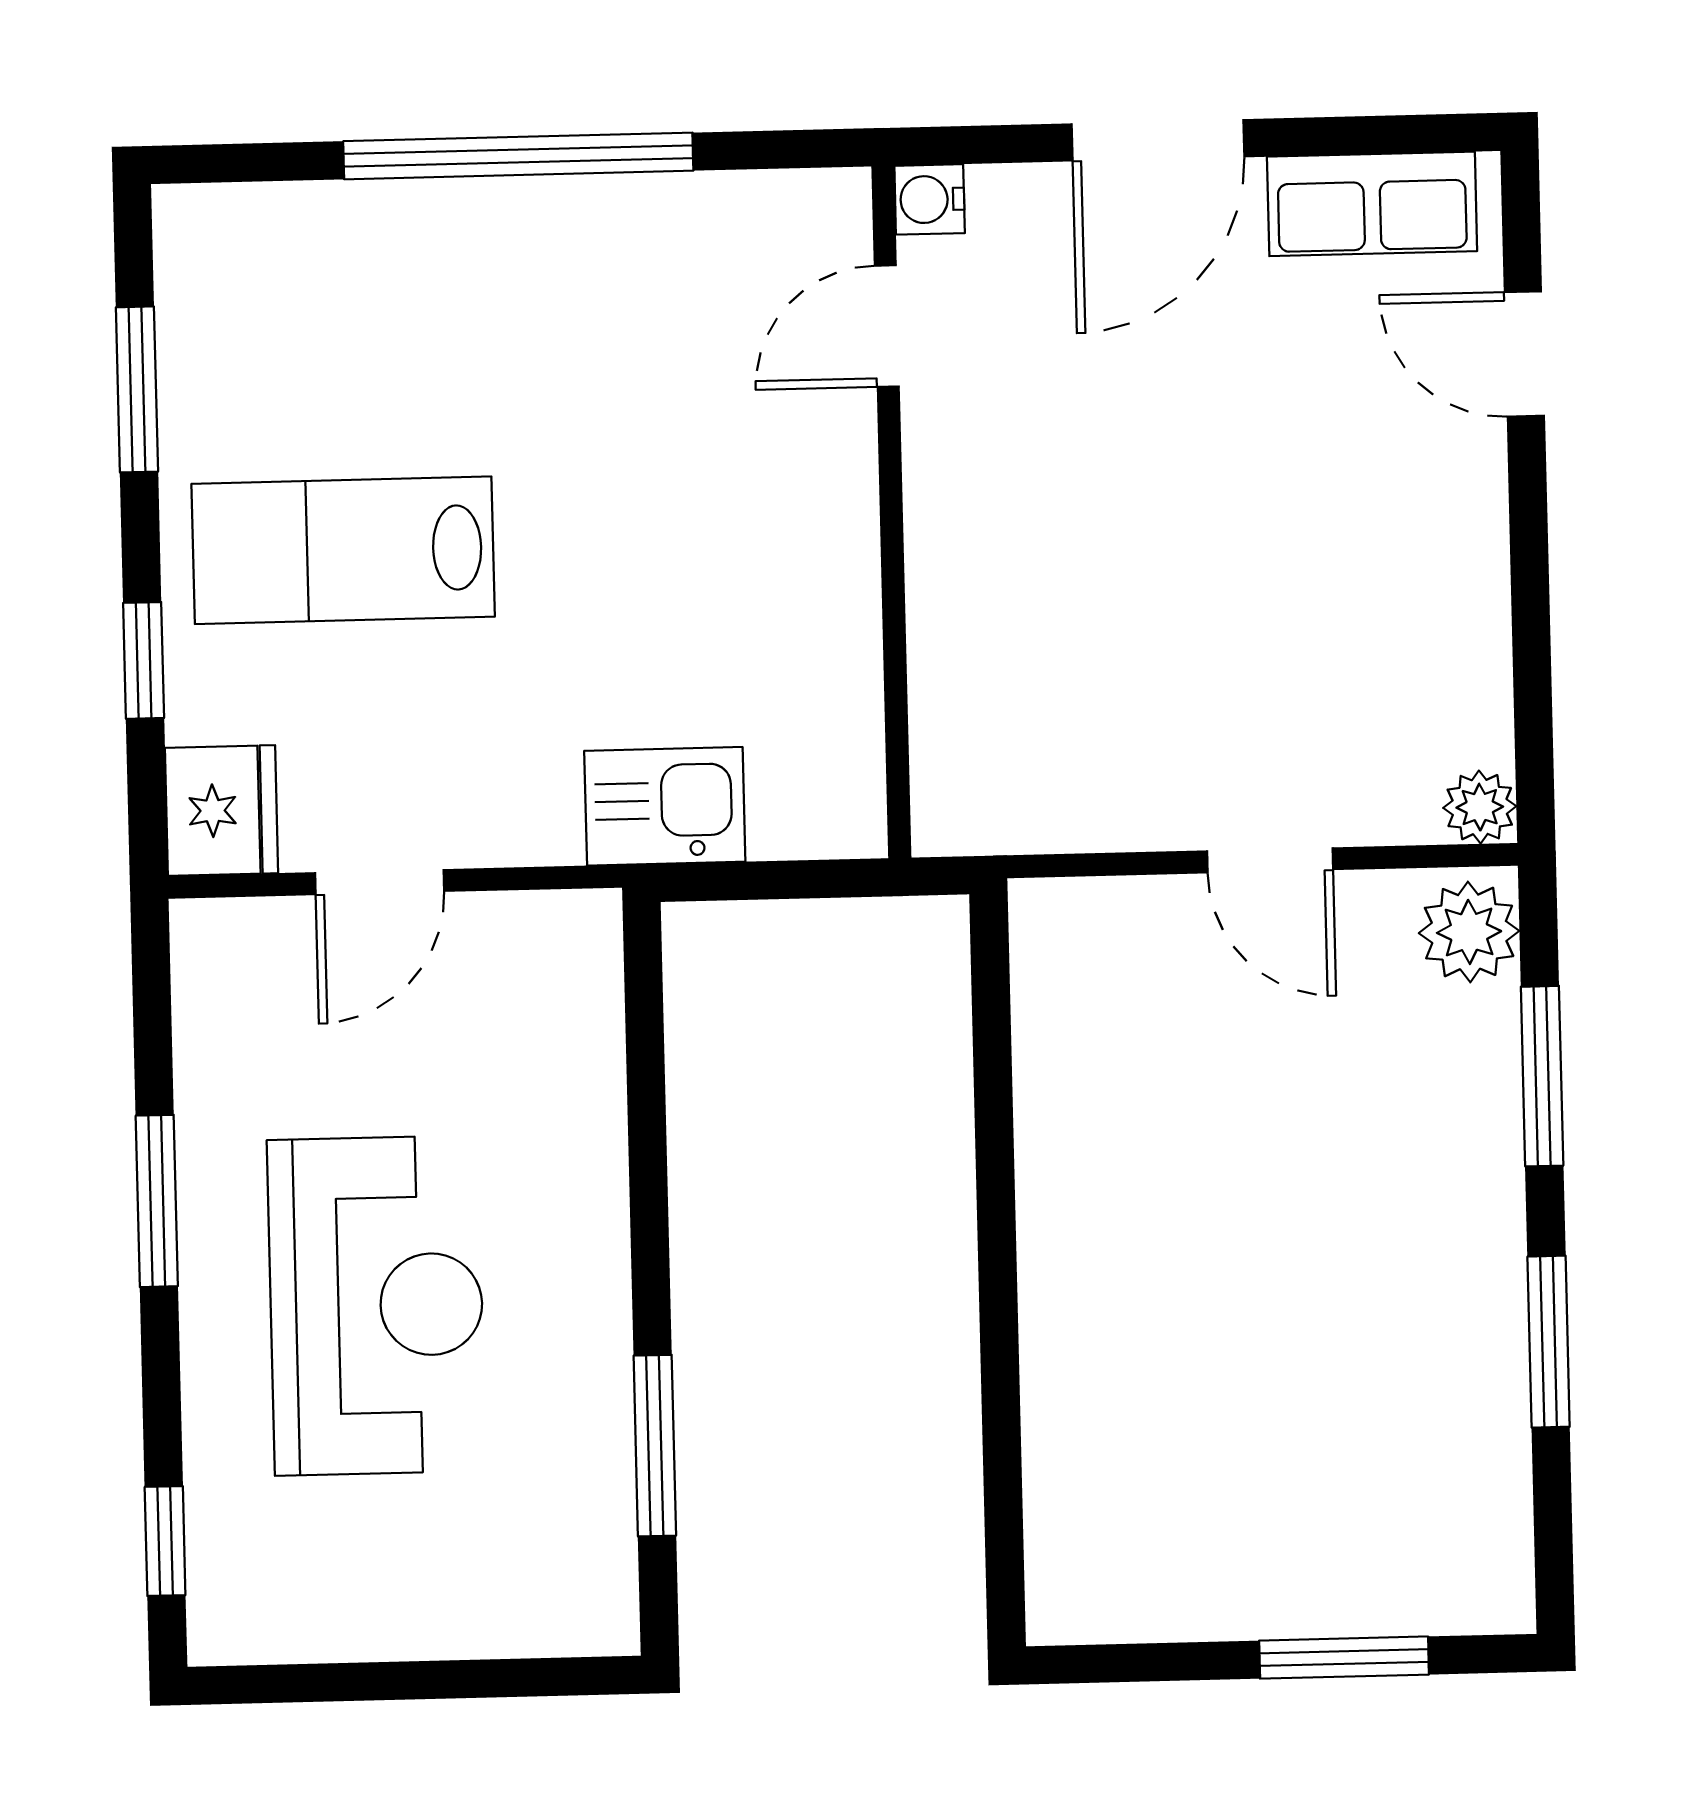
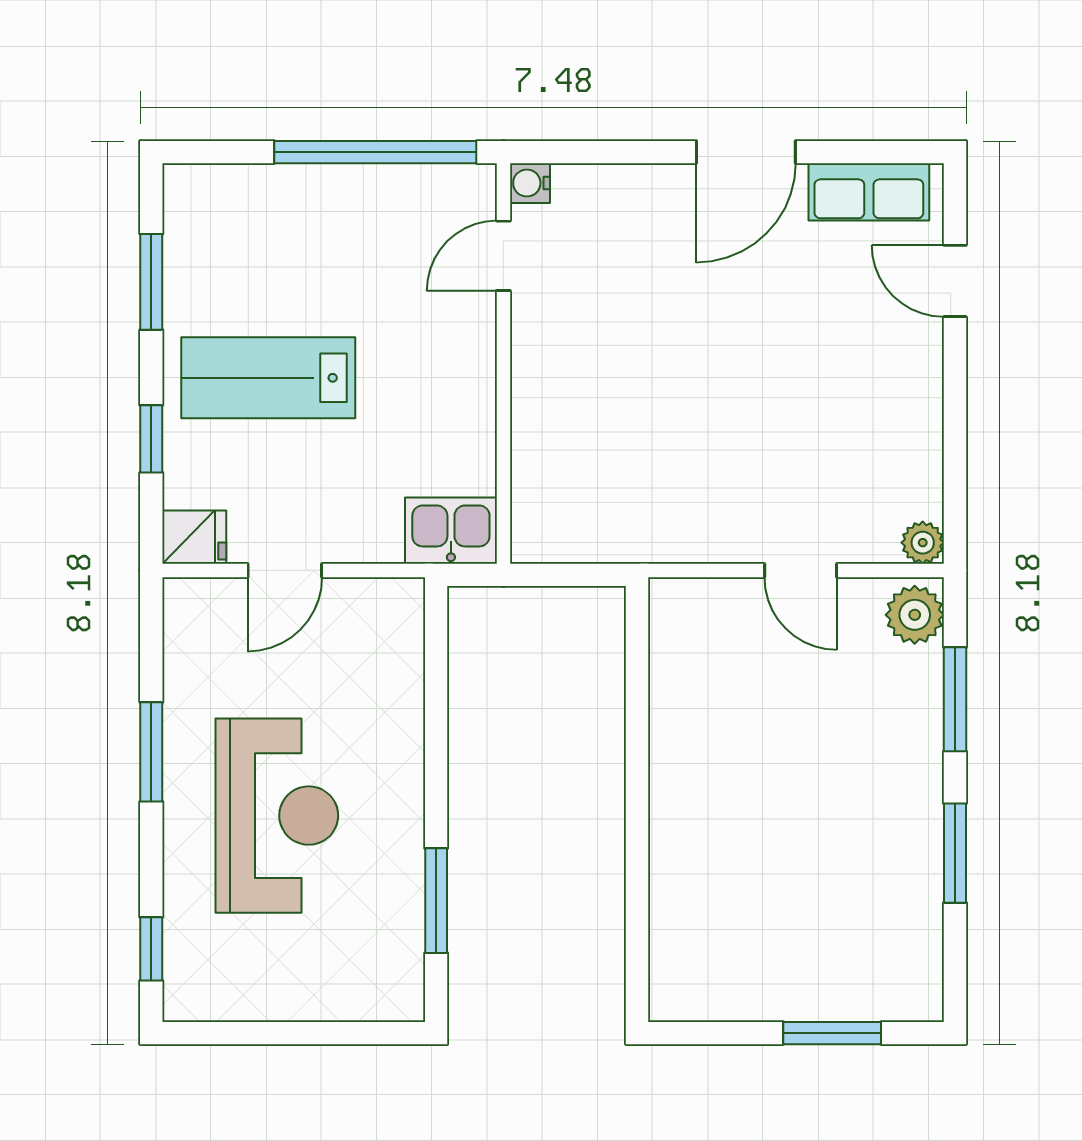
water cooler: (930, 199) -> (530, 183), moved
door: (887, 326) -> (503, 256), moved
wall: (891, 512) -> (503, 363), moved
fridge: (221, 810) -> (194, 537), width x0.72

